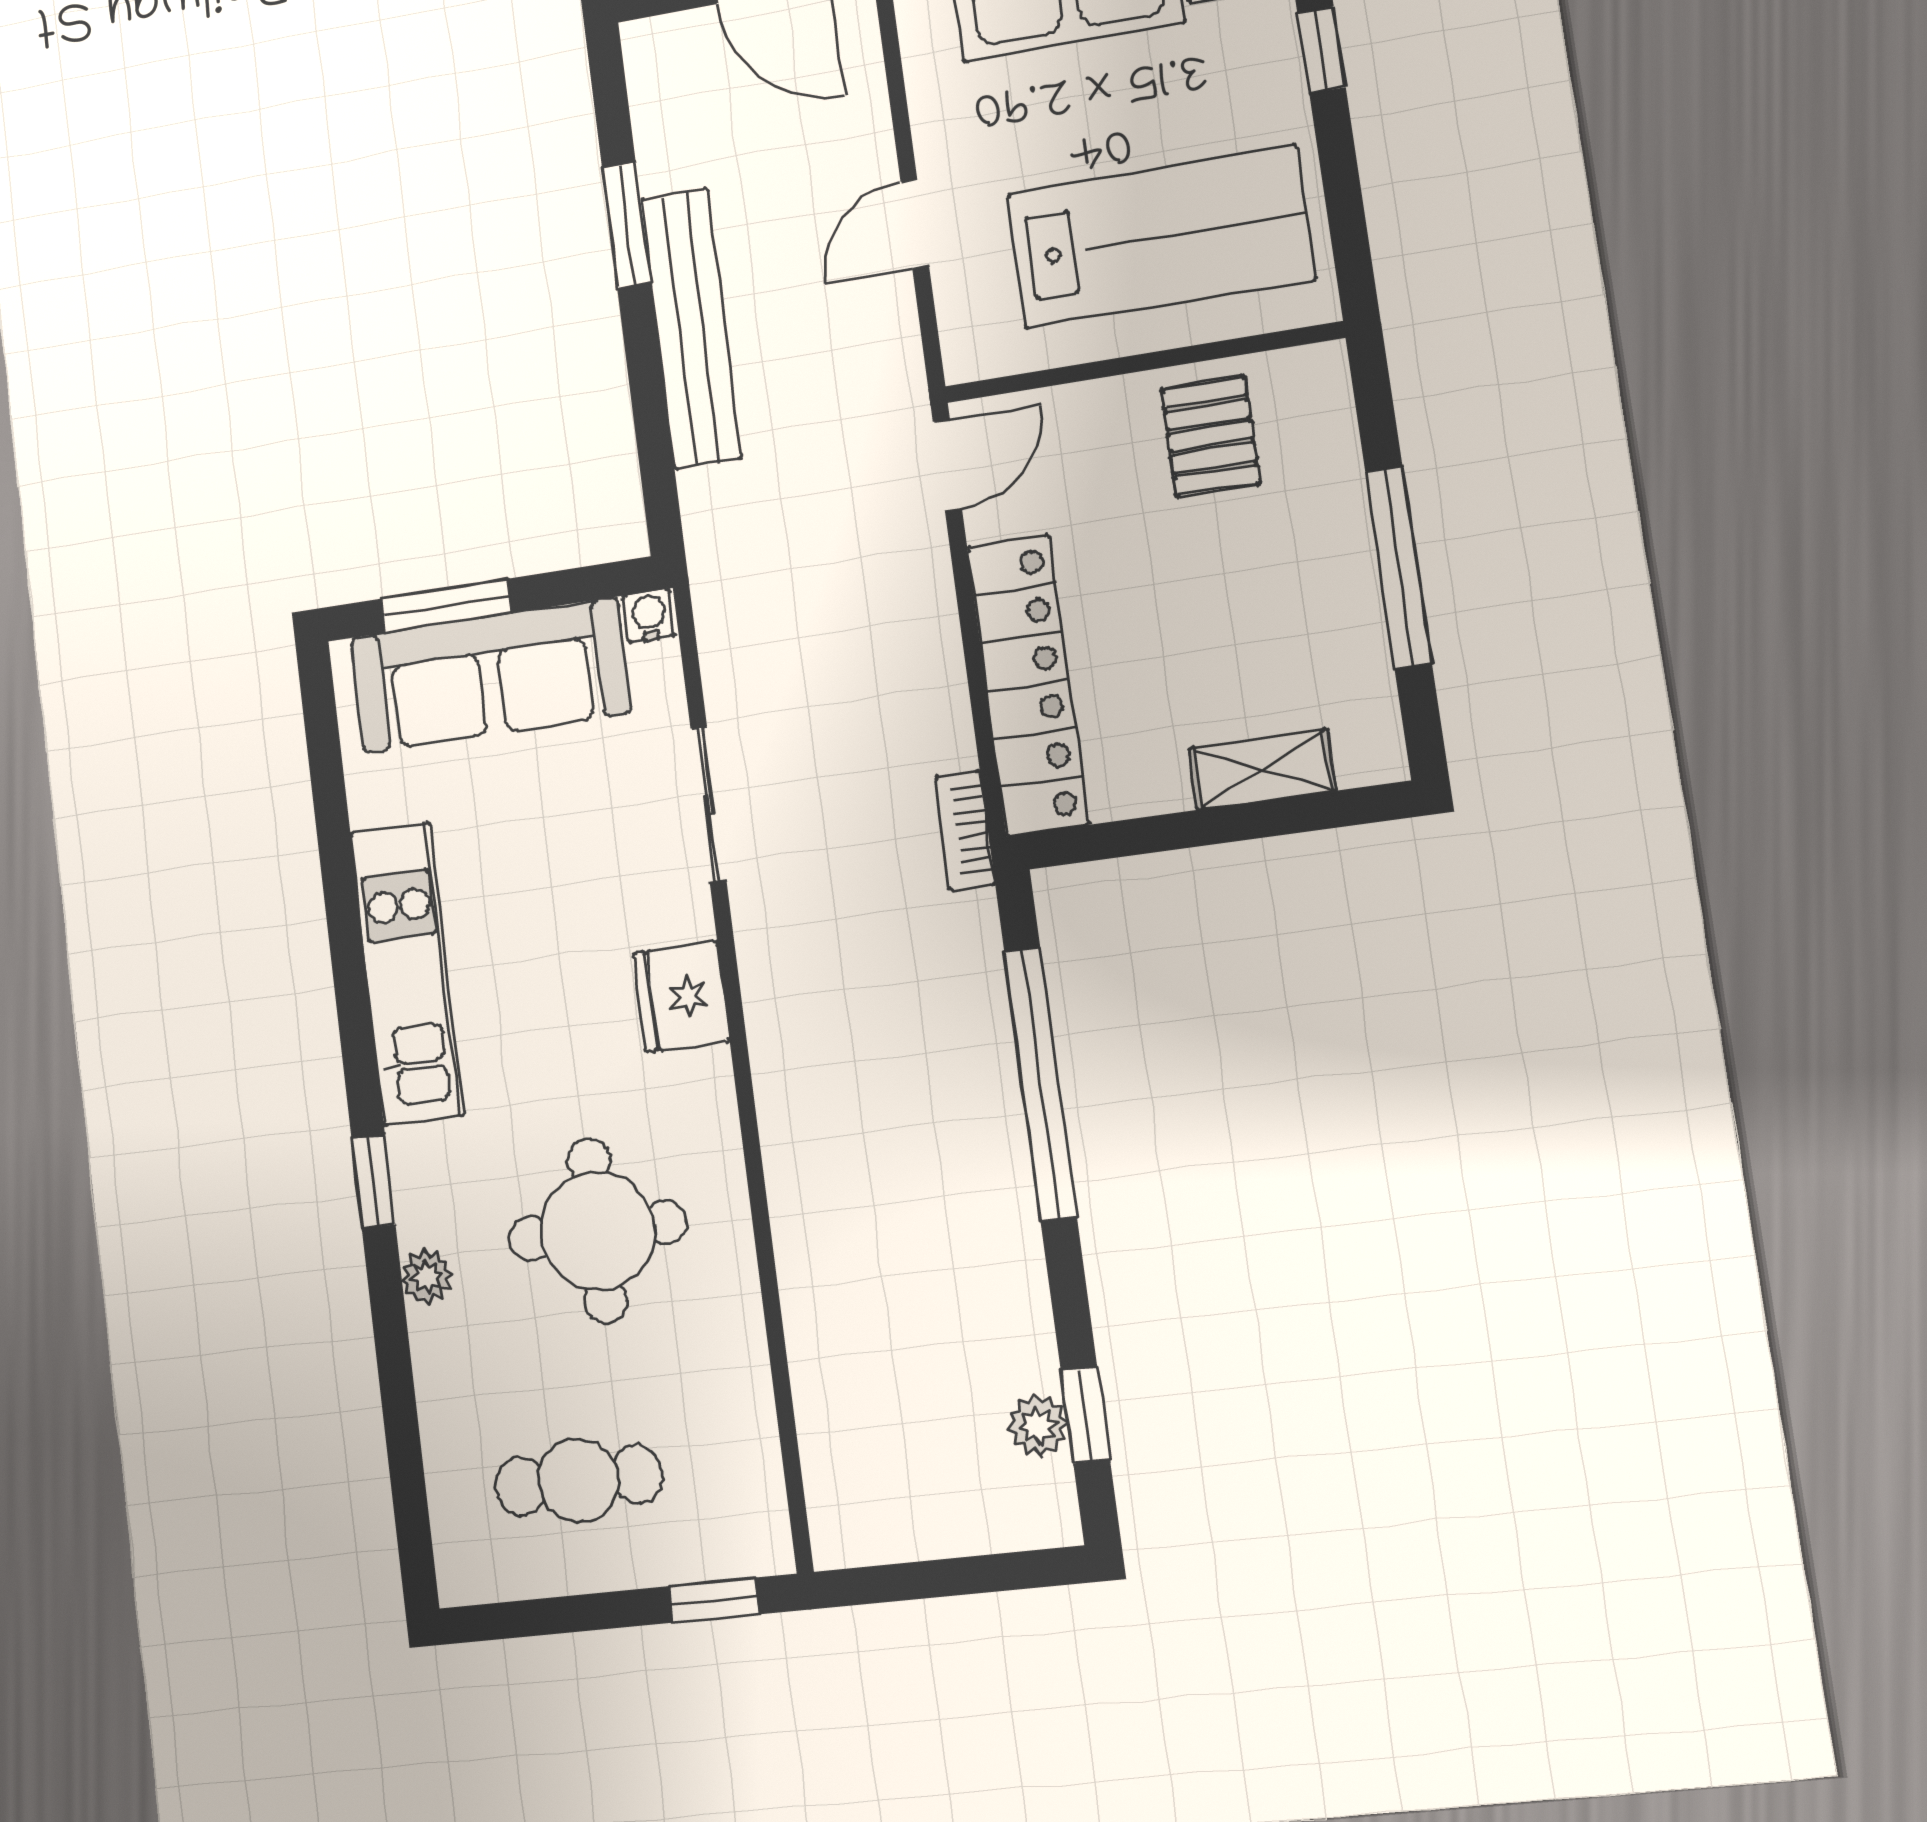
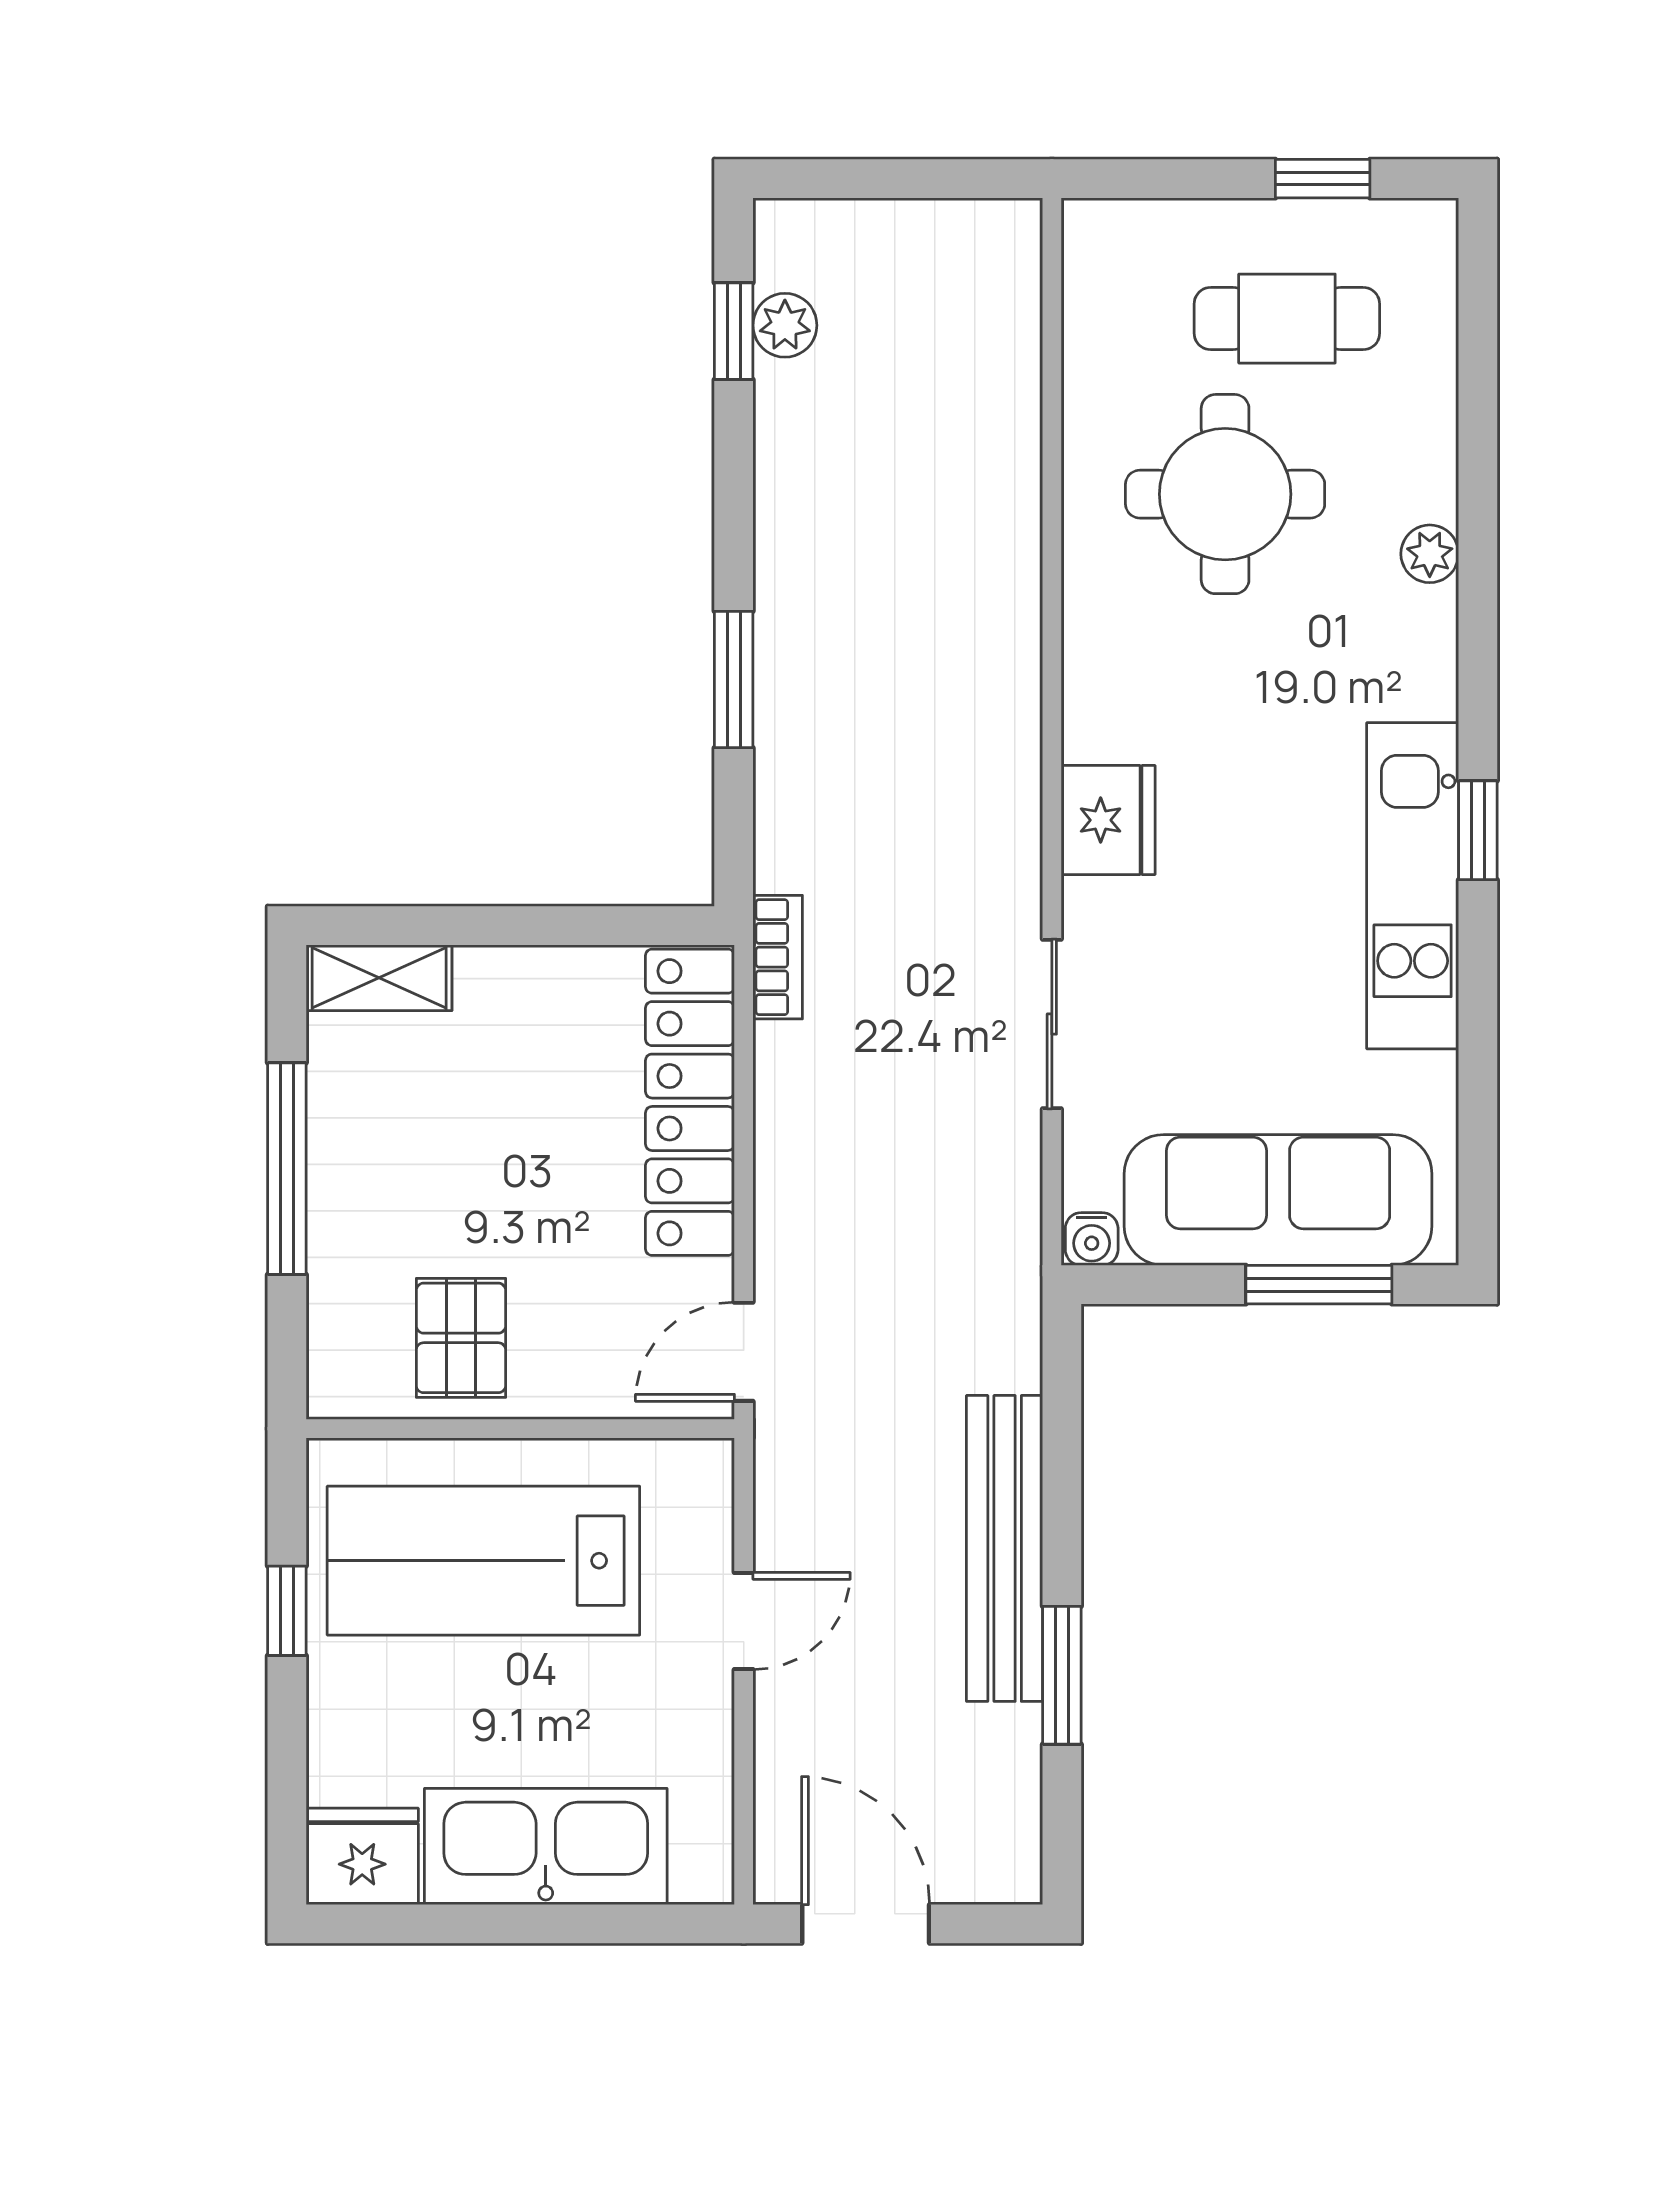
window: (1321, 50) -> (287, 1611), moved
shelving: (1262, 770) -> (379, 978), moved
window: (1040, 1084) -> (734, 680), width x0.47
window: (373, 1182) -> (1478, 830), moved
round table: (597, 1231) -> (1225, 494), moved
window: (714, 1600) -> (1323, 179), moved

